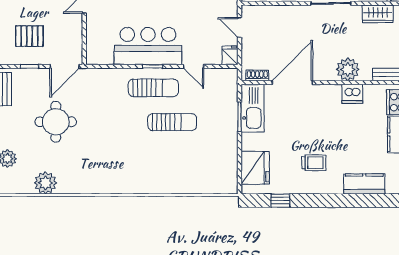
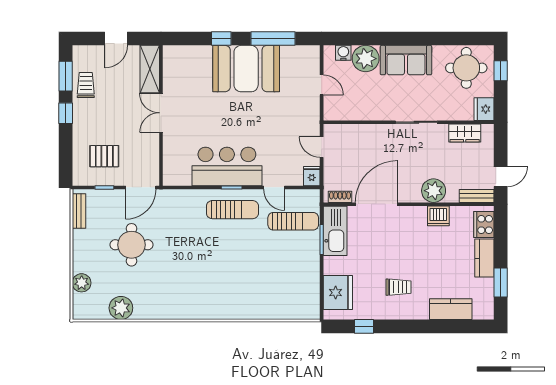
sun lounger: (172, 122) -> (293, 221), moved

